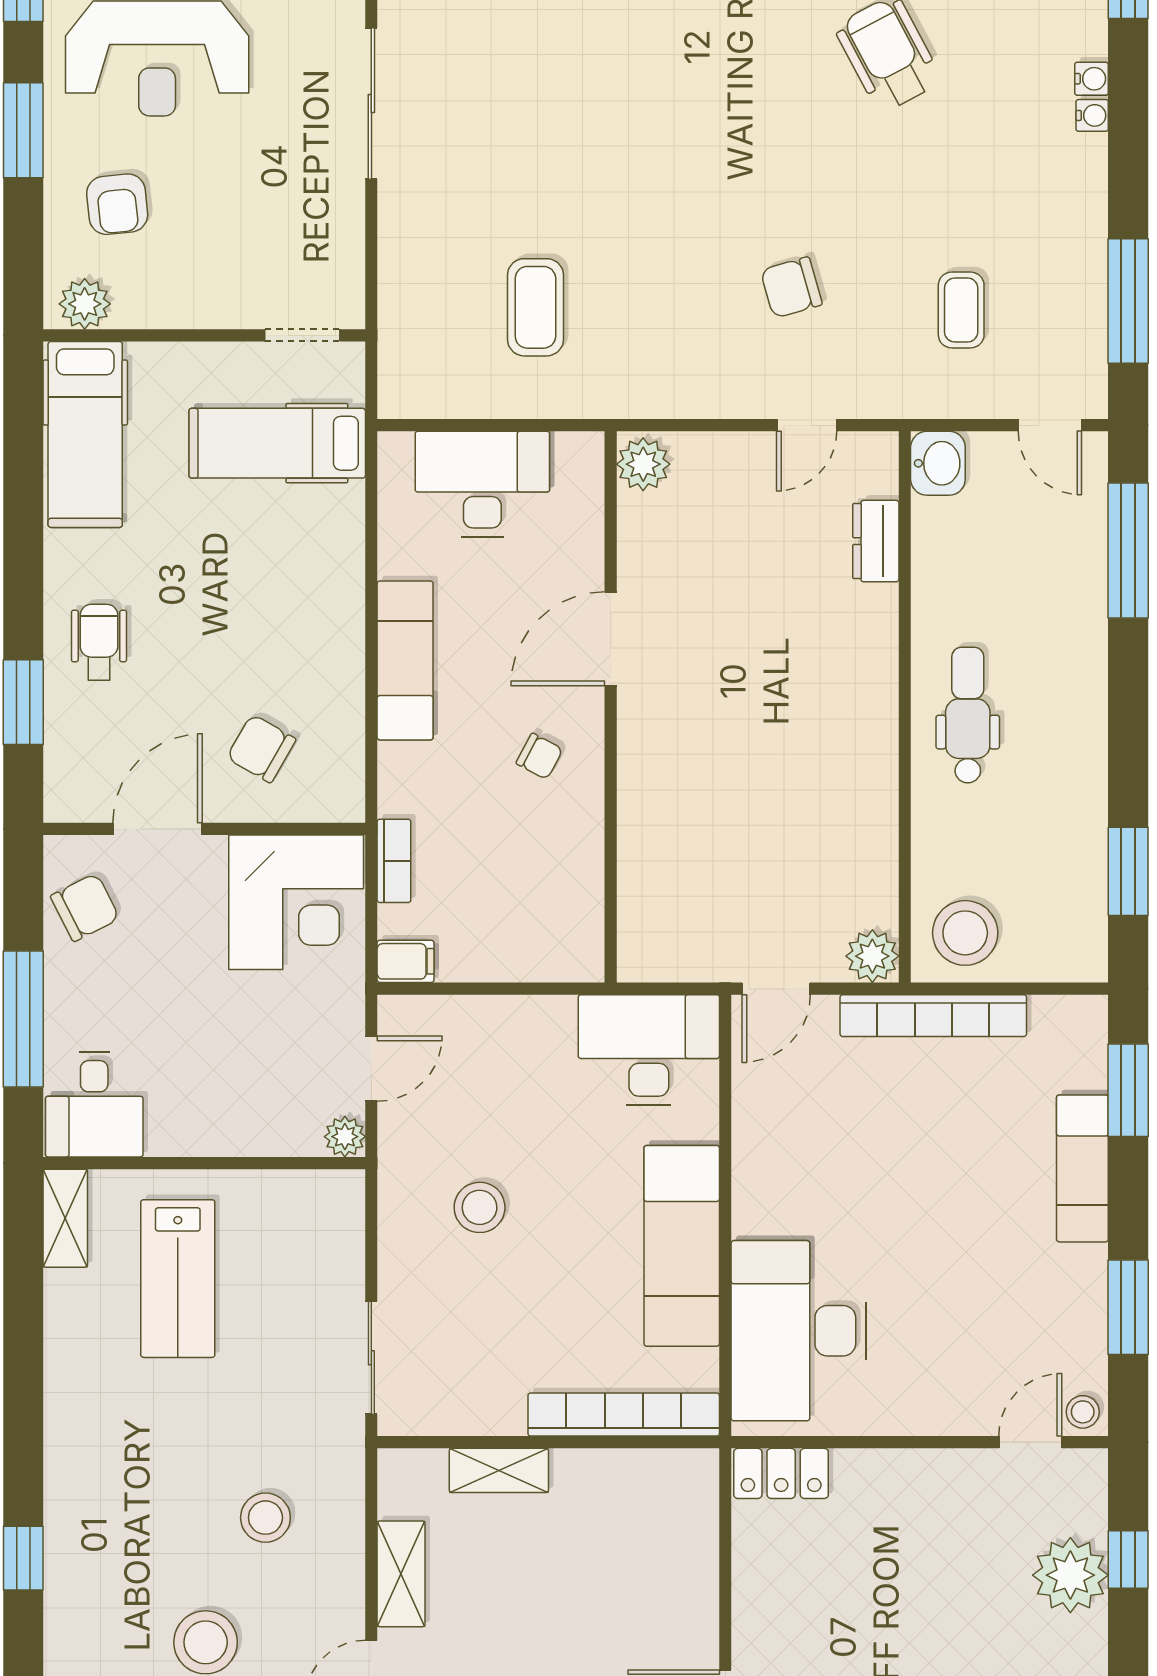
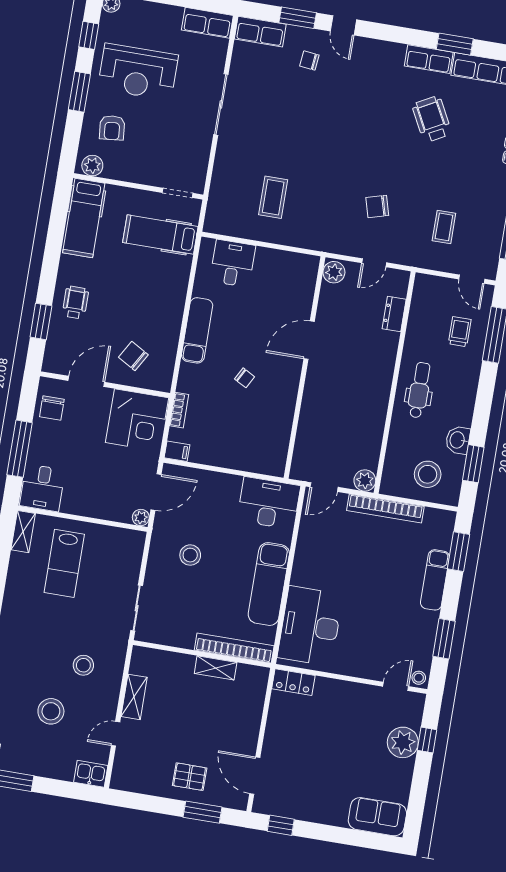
washbasin: (938, 463) -> (458, 440), moved, turned 180
plant: (643, 464) -> (334, 272), moved
desk: (482, 484) -> (233, 263), width x0.73
trolley: (1042, 557) -> (460, 332), added
door: (611, 639) -> (309, 340), moved
wall: (611, 707) -> (305, 367), moved
chair: (85, 907) -> (52, 408), turned 117
stool: (965, 933) -> (428, 474), moved
door: (371, 1069) -> (156, 492), width x1.38
shelving: (499, 1470) -> (216, 668), moved

